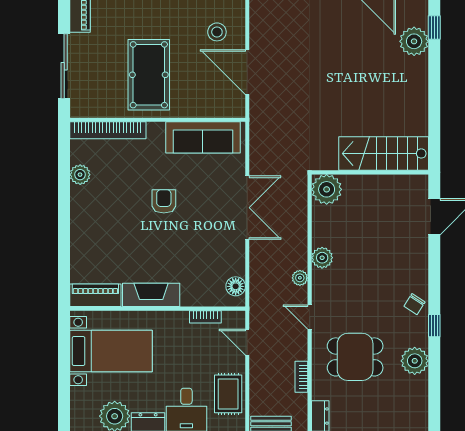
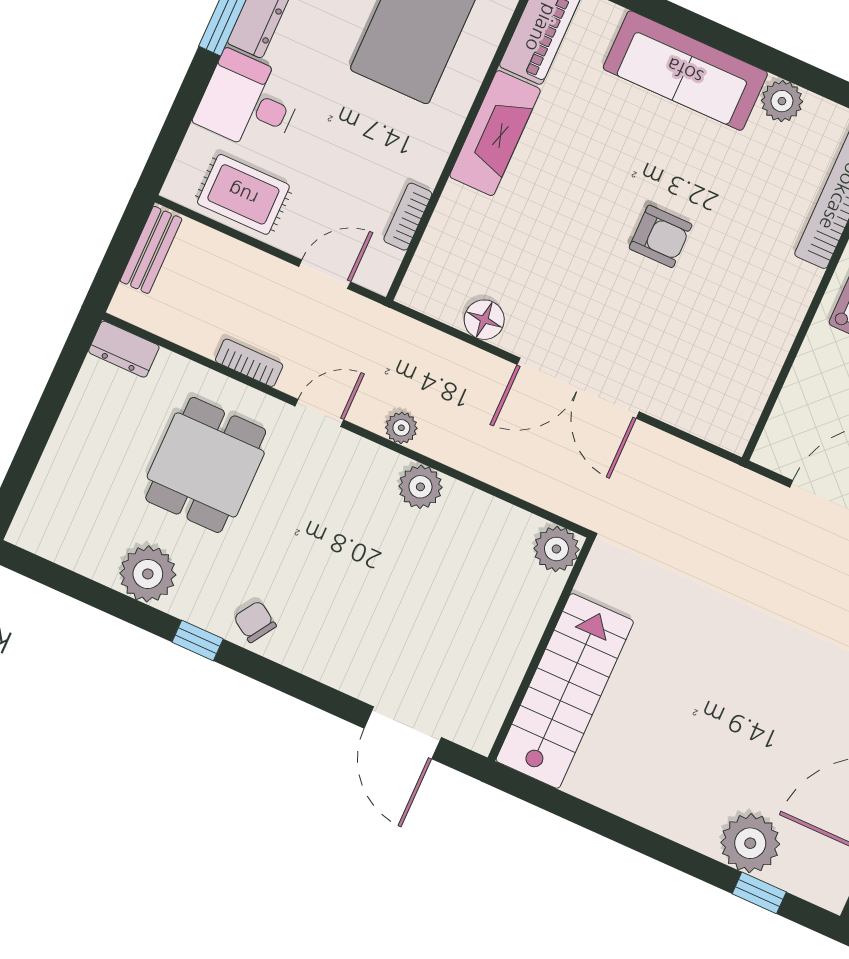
sofa: (203, 137) -> (685, 71), moved, turned -90
plant: (327, 189) -> (556, 549), width x0.73, depth x0.73
floor lamp: (236, 286) -> (484, 320), moved
bookcase: (301, 377) -> (249, 363), moved

